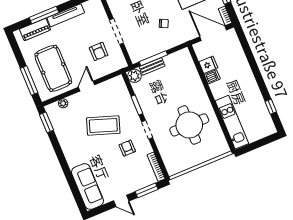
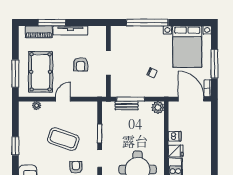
armchair: (99, 51) -> (81, 64), moved
fridge: (208, 65) -> (176, 151), moved
plant: (134, 76) -> (158, 107), moved
window: (46, 122) -> (15, 146), moved

